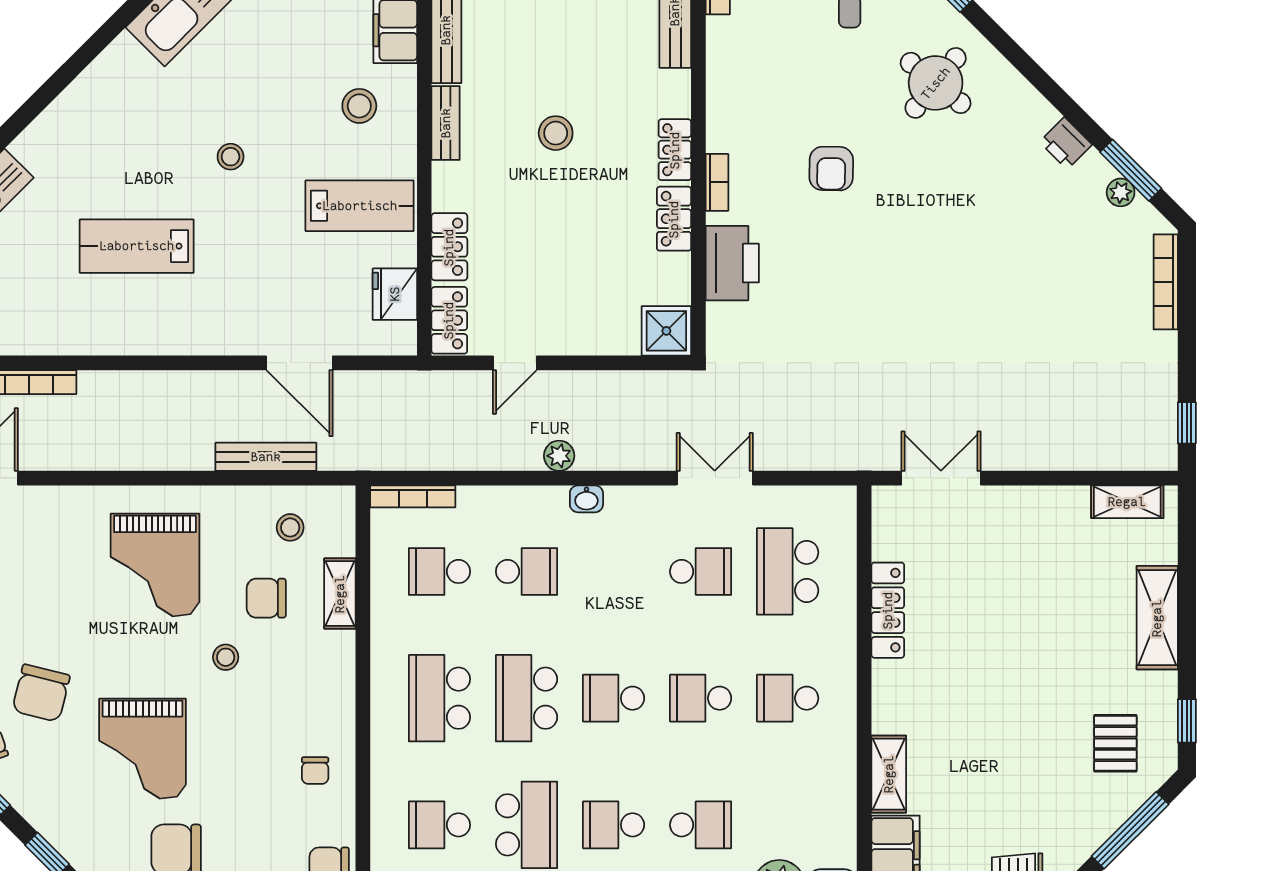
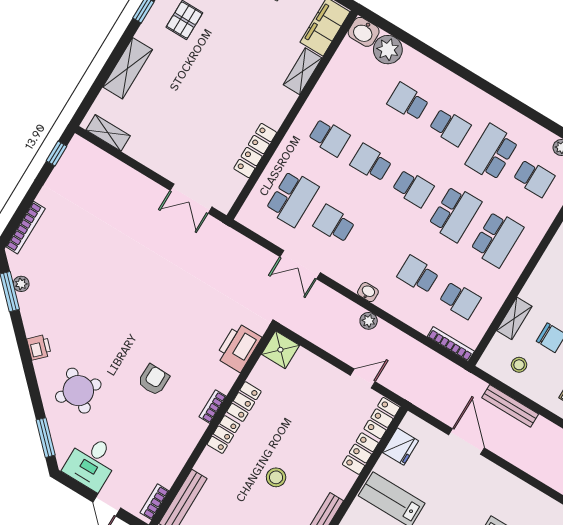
printer: (1066, 143) -> (39, 347), moved
printer: (732, 263) -> (238, 347), moved
school desk: (701, 698) -> (371, 163), turned 180

